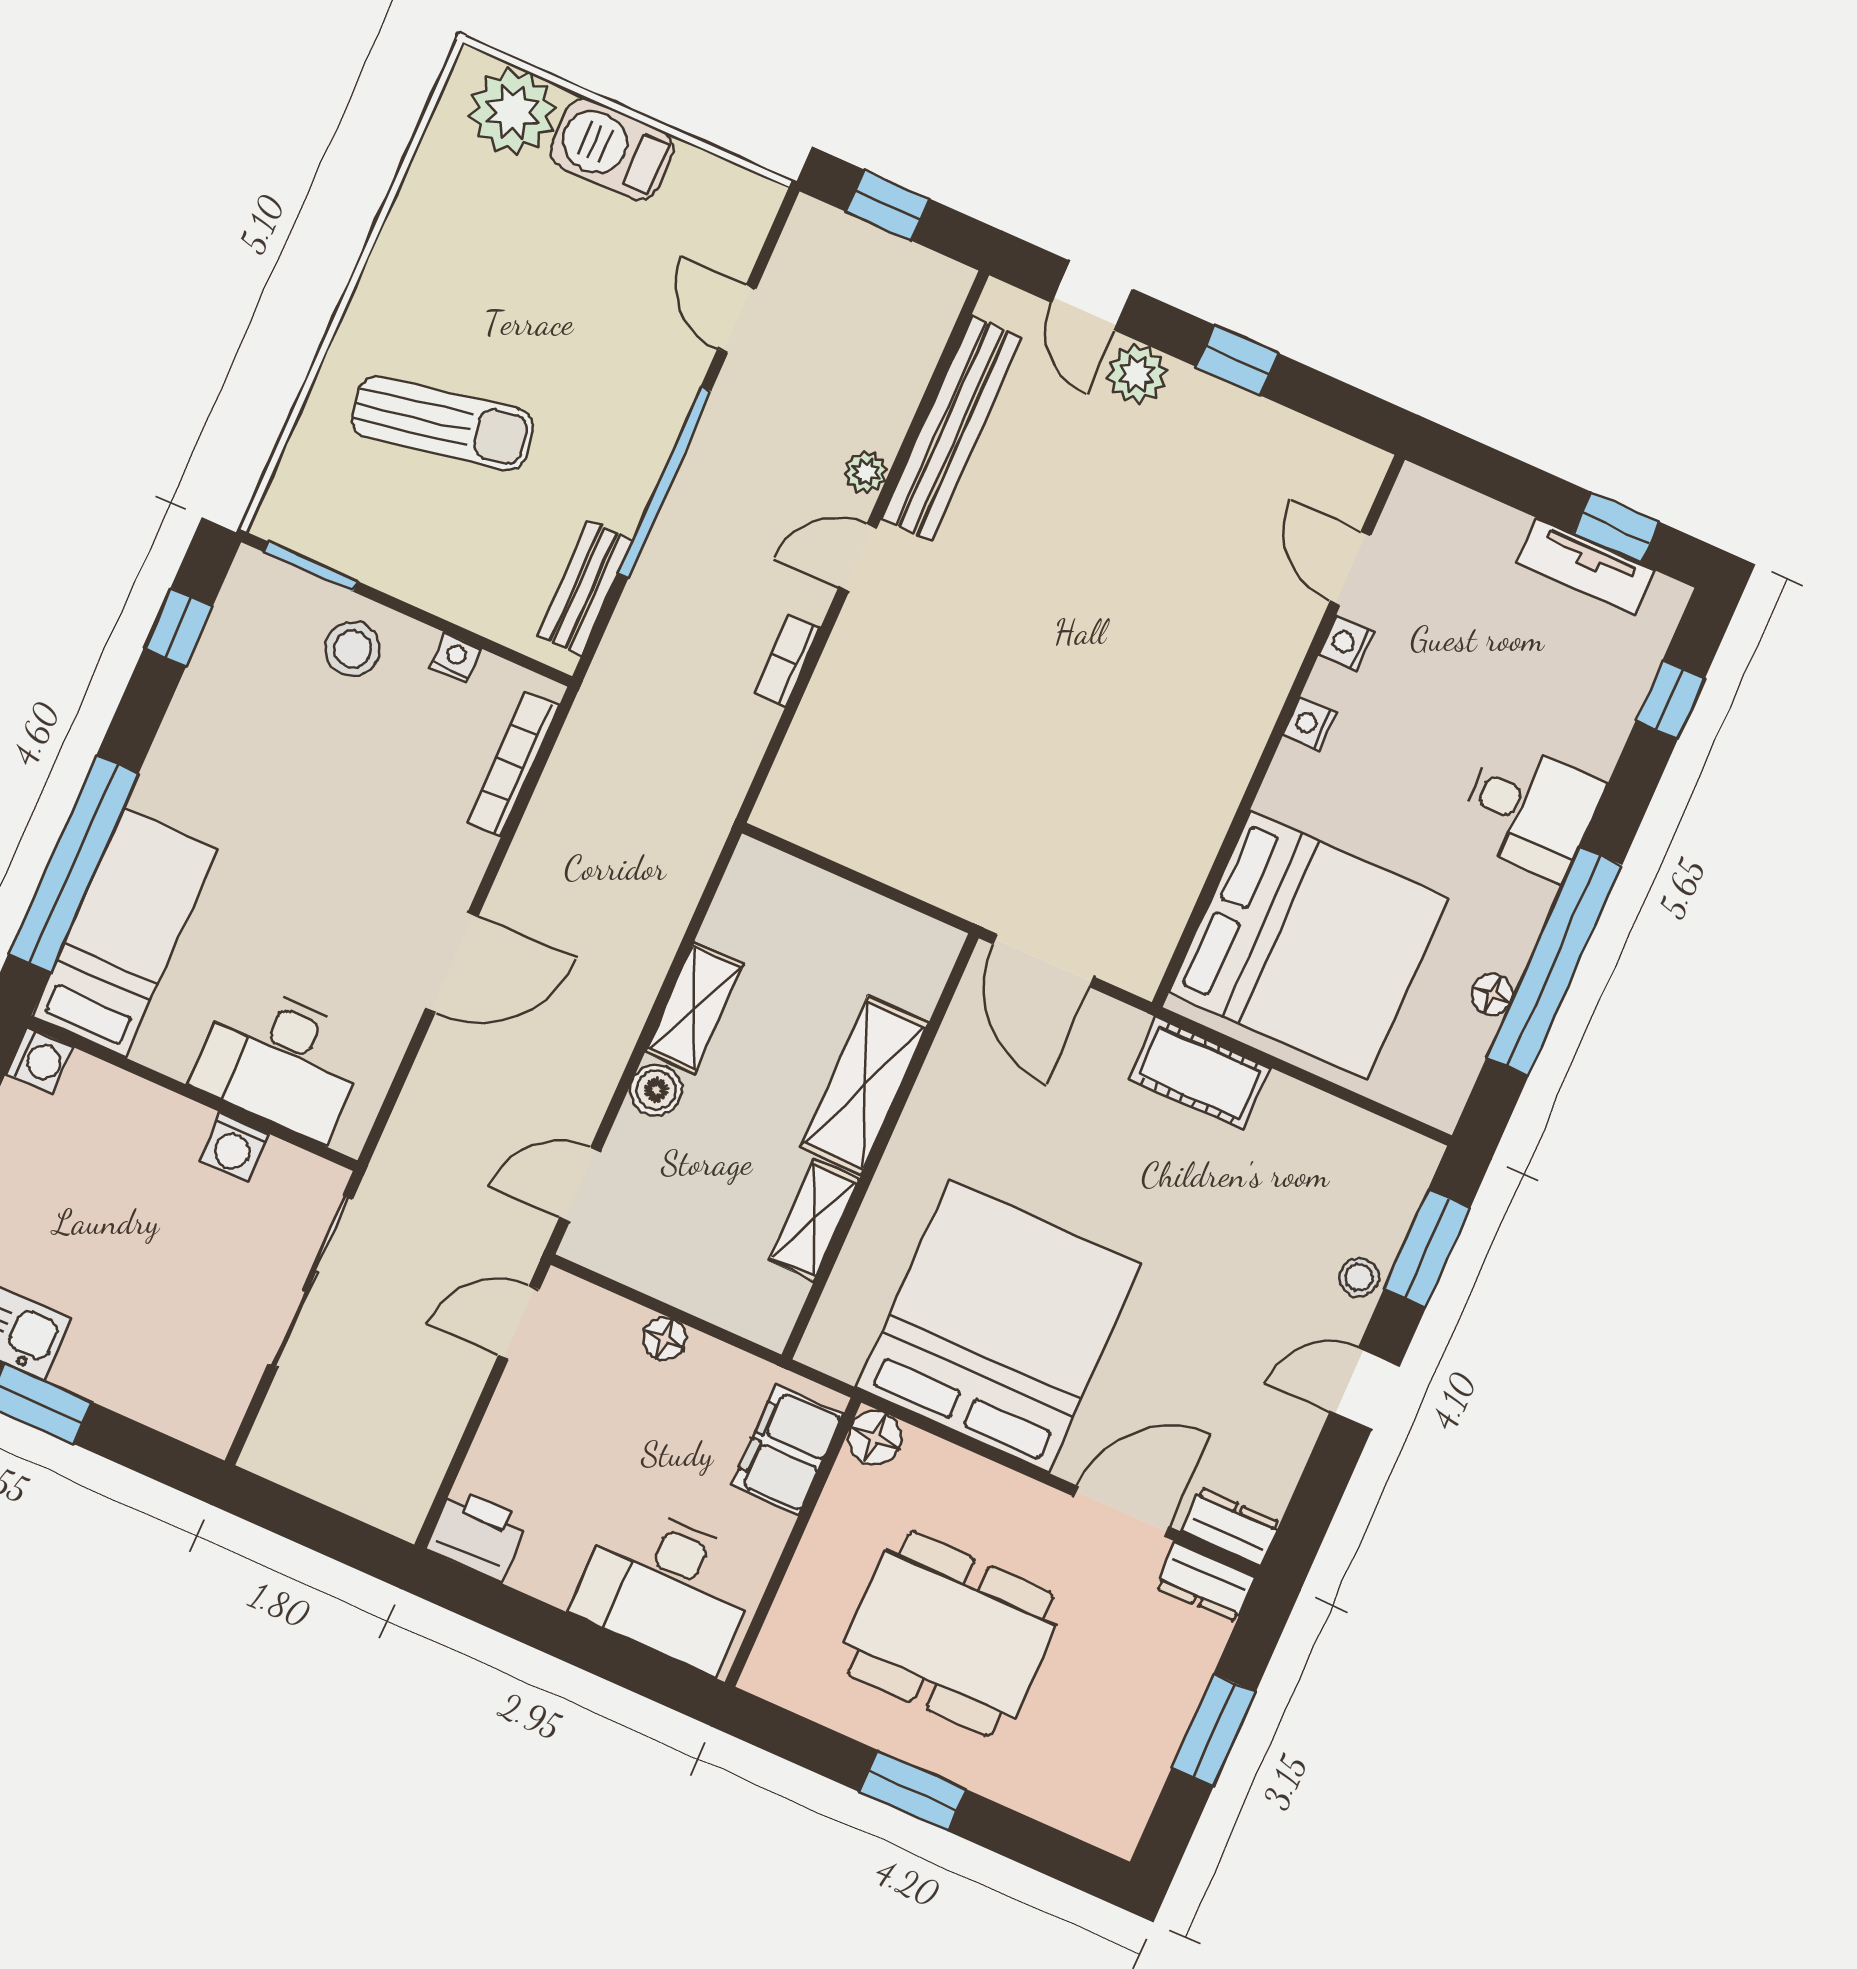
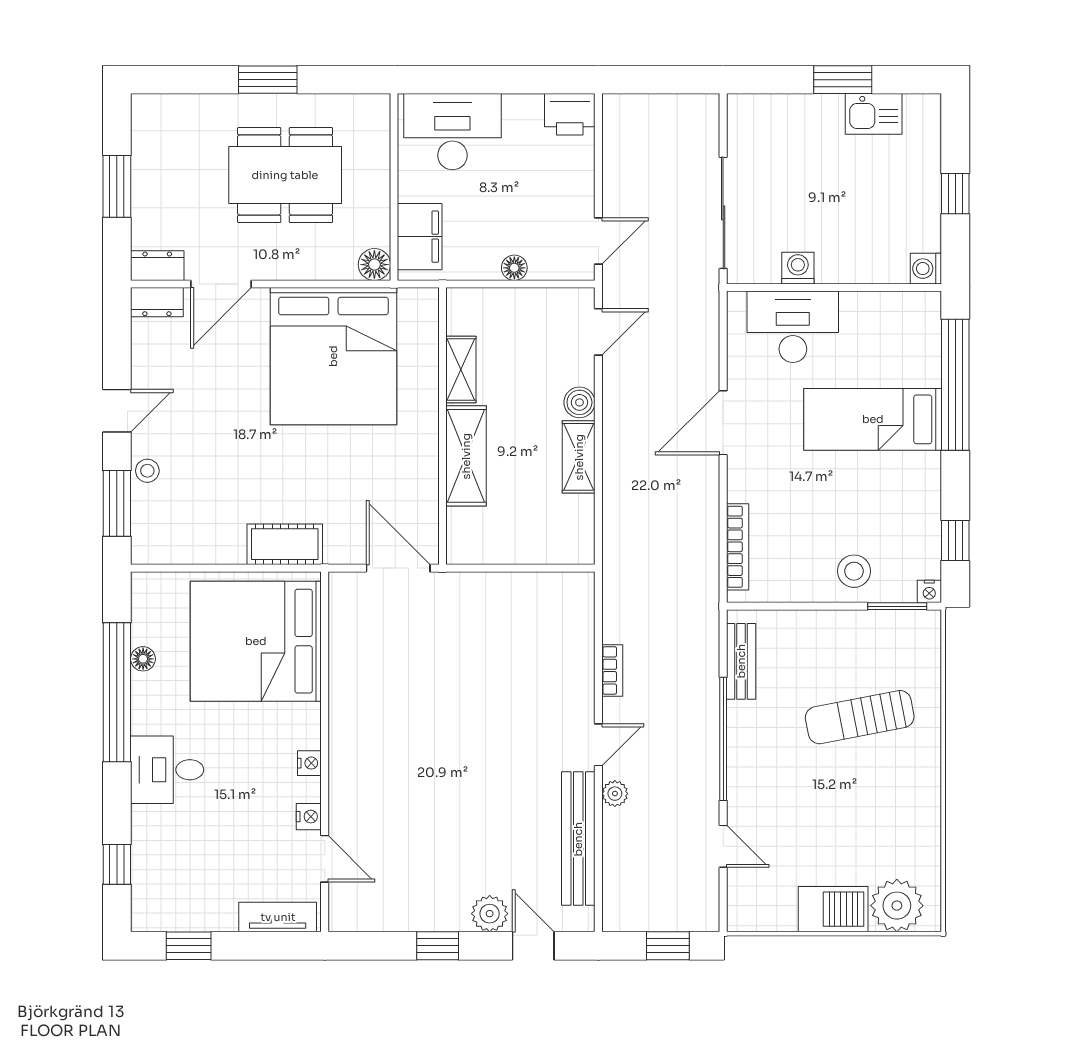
tv unit: (1586, 567) -> (278, 917), moved
nightstand: (455, 658) -> (929, 591), moved
bed: (125, 932) -> (873, 419), moved, turned 90

